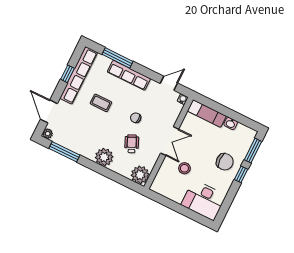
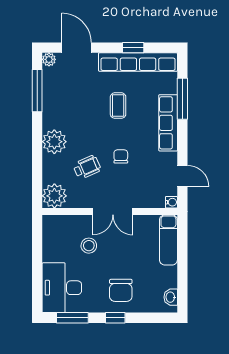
door: (49, 111) -> (77, 48), hinge flipped
washbasin: (231, 123) -> (171, 297), moved
window: (253, 151) -> (72, 318), moved

